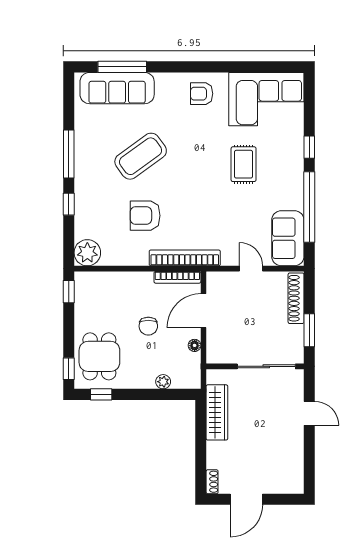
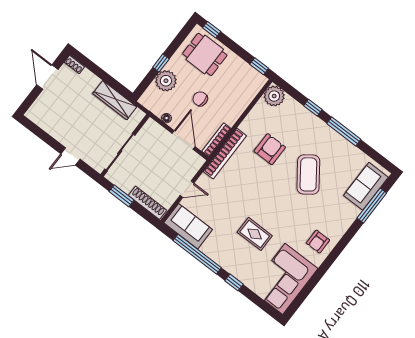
sofa: (117, 88) -> (366, 186), width x0.73
armchair: (202, 94) -> (318, 242), turned 180
plant: (163, 382) -> (166, 81), width x1.88, depth x1.88
window: (101, 394) -> (161, 63), moved

